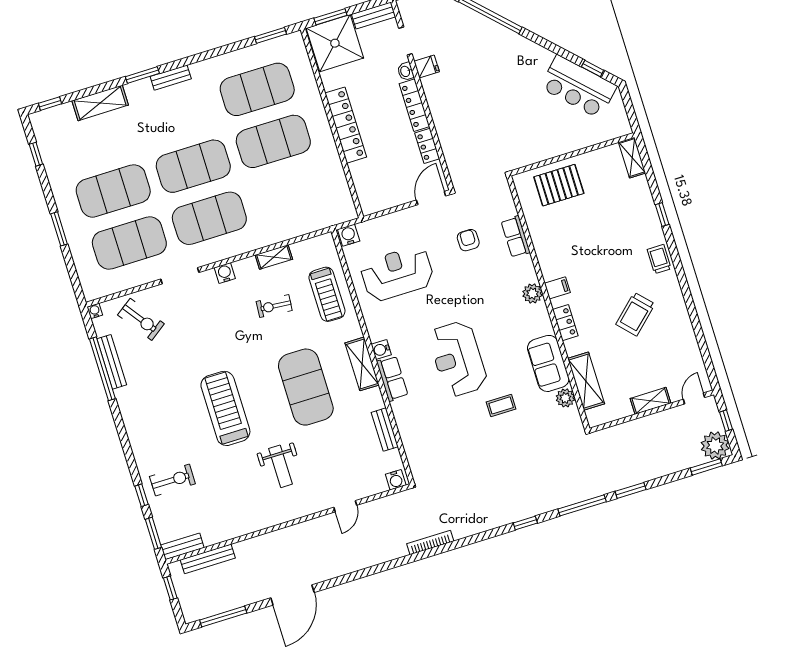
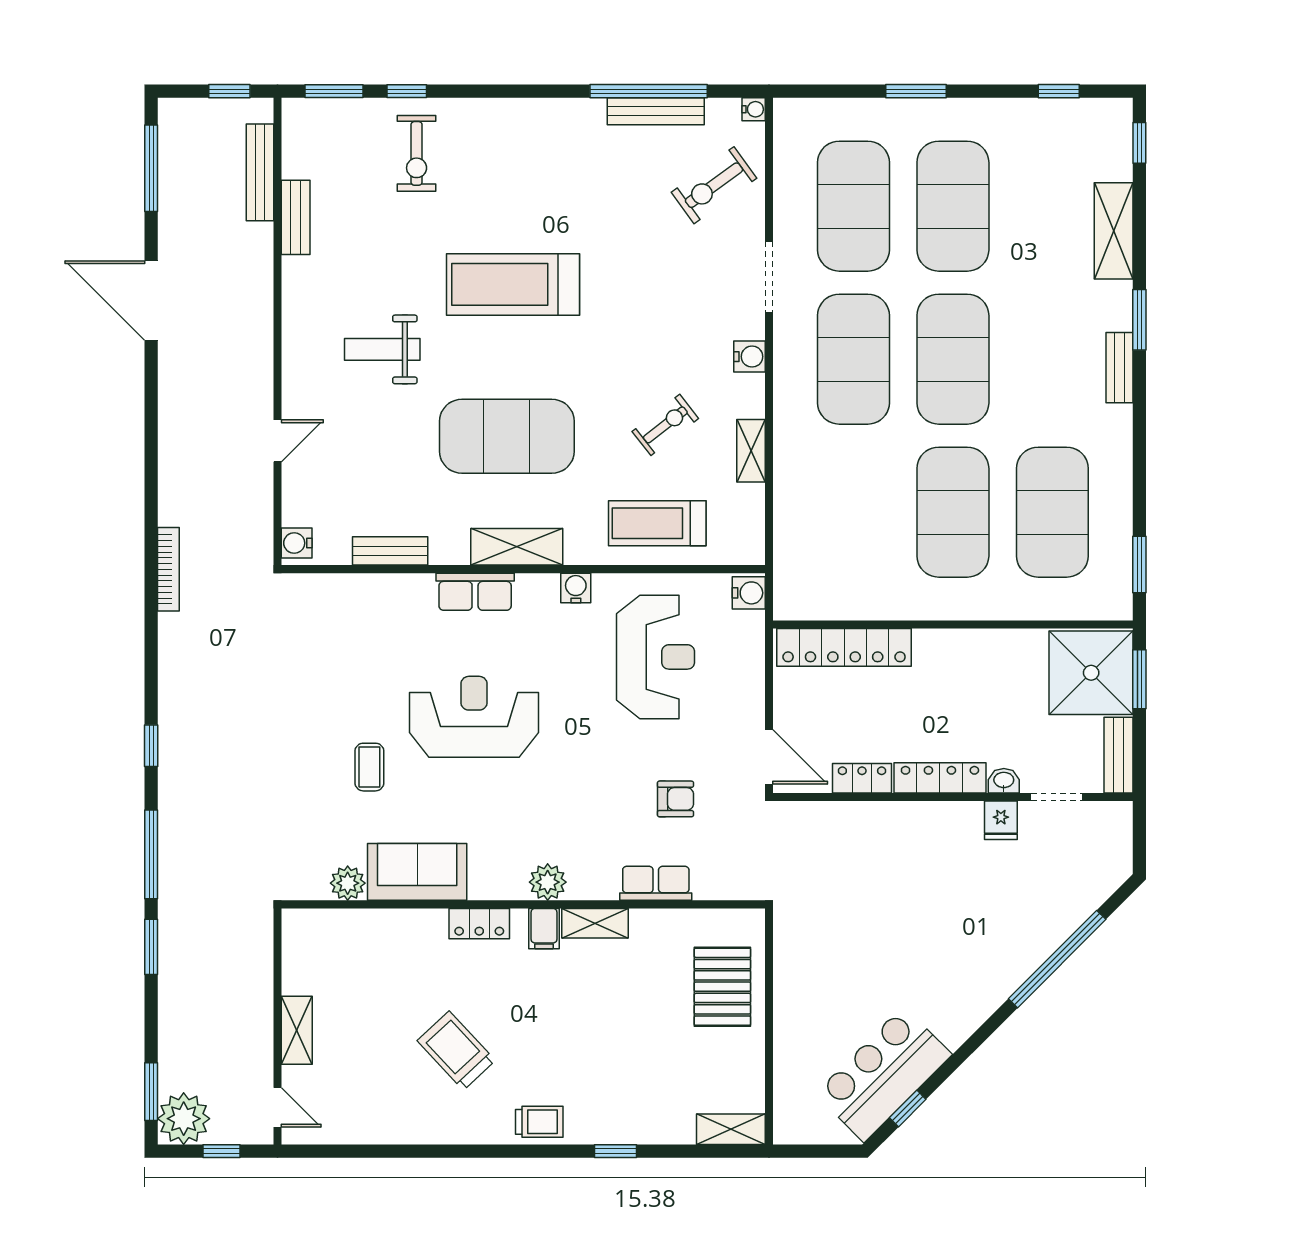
locker: (346, 125) -> (844, 647), moved
exercise bike: (274, 306) -> (665, 425), turned 47
water cooler: (381, 350) -> (576, 588), moved
shelving: (586, 381) -> (595, 923), moved, width x0.67, depth x0.75
treadmill: (225, 408) -> (513, 284), turned 180
door: (345, 506) -> (277, 441), swing flipped
bench: (182, 546) -> (296, 217), moved

